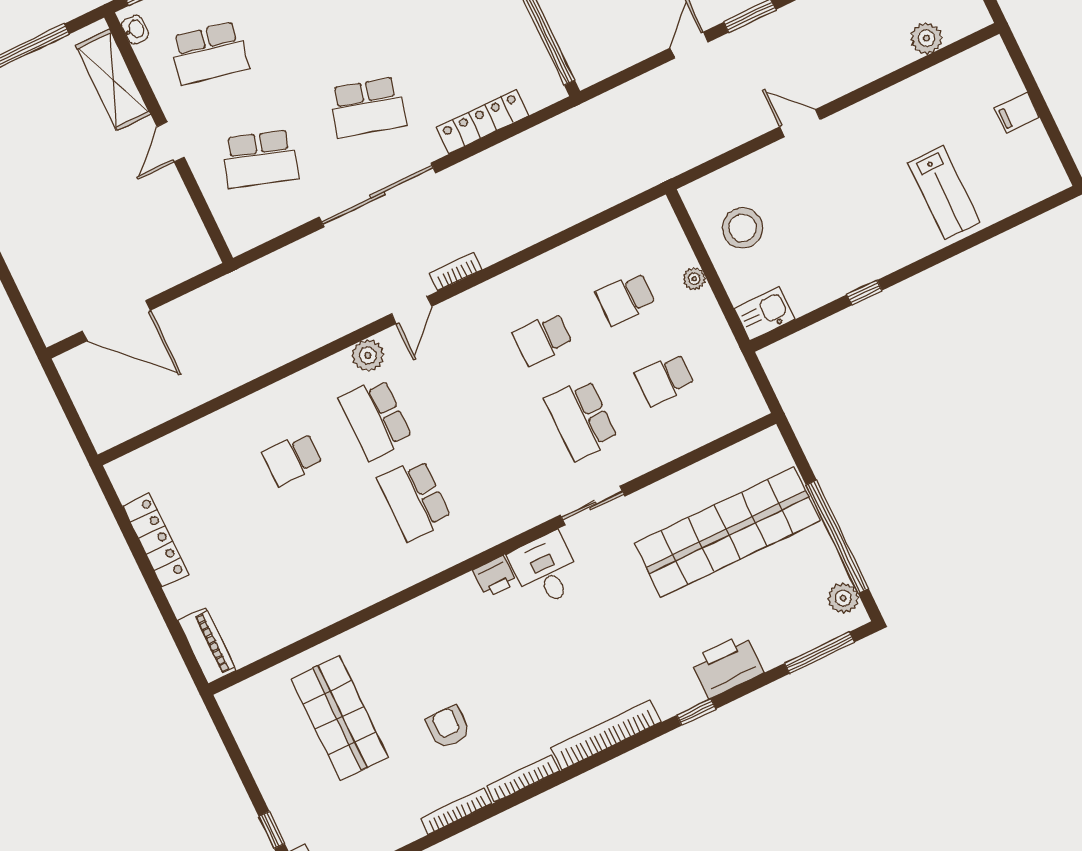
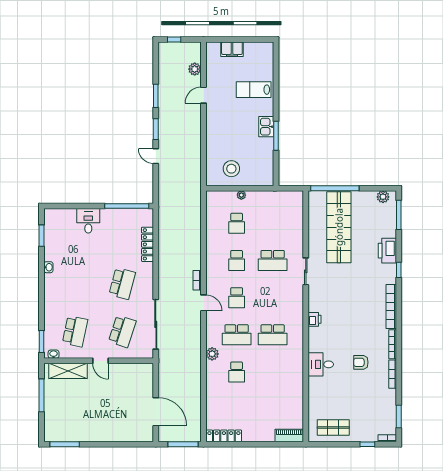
filing cabinet: (1017, 113) -> (232, 49), width x2.00
door: (800, 123) -> (203, 95), moved
lab bench: (944, 193) -> (254, 90), turned 180
sliding door: (377, 195) -> (156, 324), moved
window: (864, 293) -> (276, 136), width x2.17
kitchen sink: (765, 314) -> (266, 127), moved
door: (116, 321) -> (156, 412), hinge flipped
plant: (368, 355) -> (212, 354), moved
school desk: (665, 379) -> (237, 298), moved
window: (73, 417) -> (183, 444), added
window: (837, 537) -> (335, 188), moved
locker: (155, 540) -> (224, 436), moved
desk: (545, 570) -> (321, 364), moved
shop shelf: (340, 718) -> (333, 427), moved, width x0.70, depth x0.74

